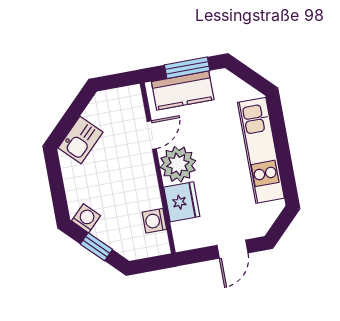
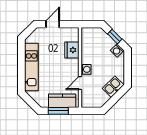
plant: (178, 164) -> (70, 67), removed
washing machine: (154, 221) -> (86, 69), moved

